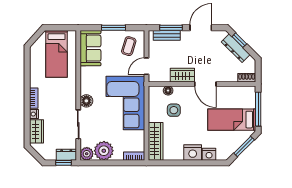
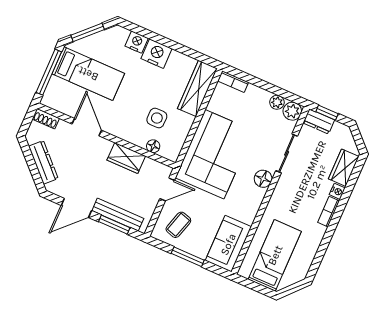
bench: (167, 35) -> (118, 215), width x1.36
window: (239, 40) -> (34, 170), removed
door: (205, 84) -> (87, 127), moved
plant: (104, 151) -> (277, 102), width x0.53, depth x0.53

